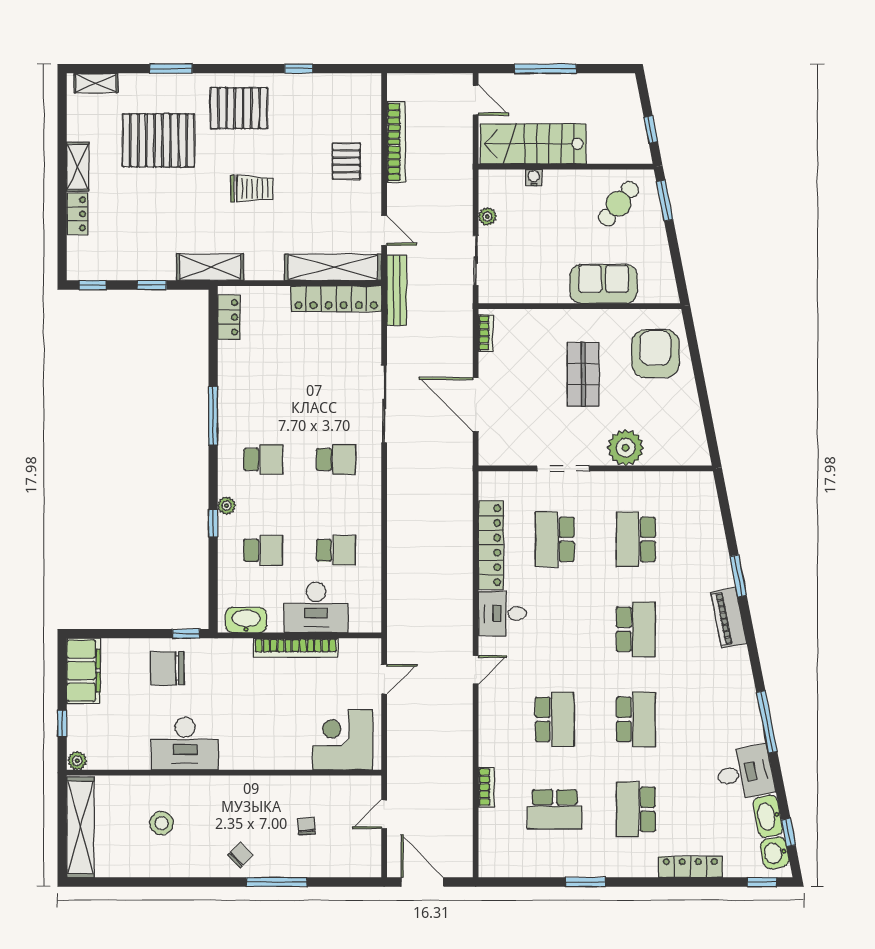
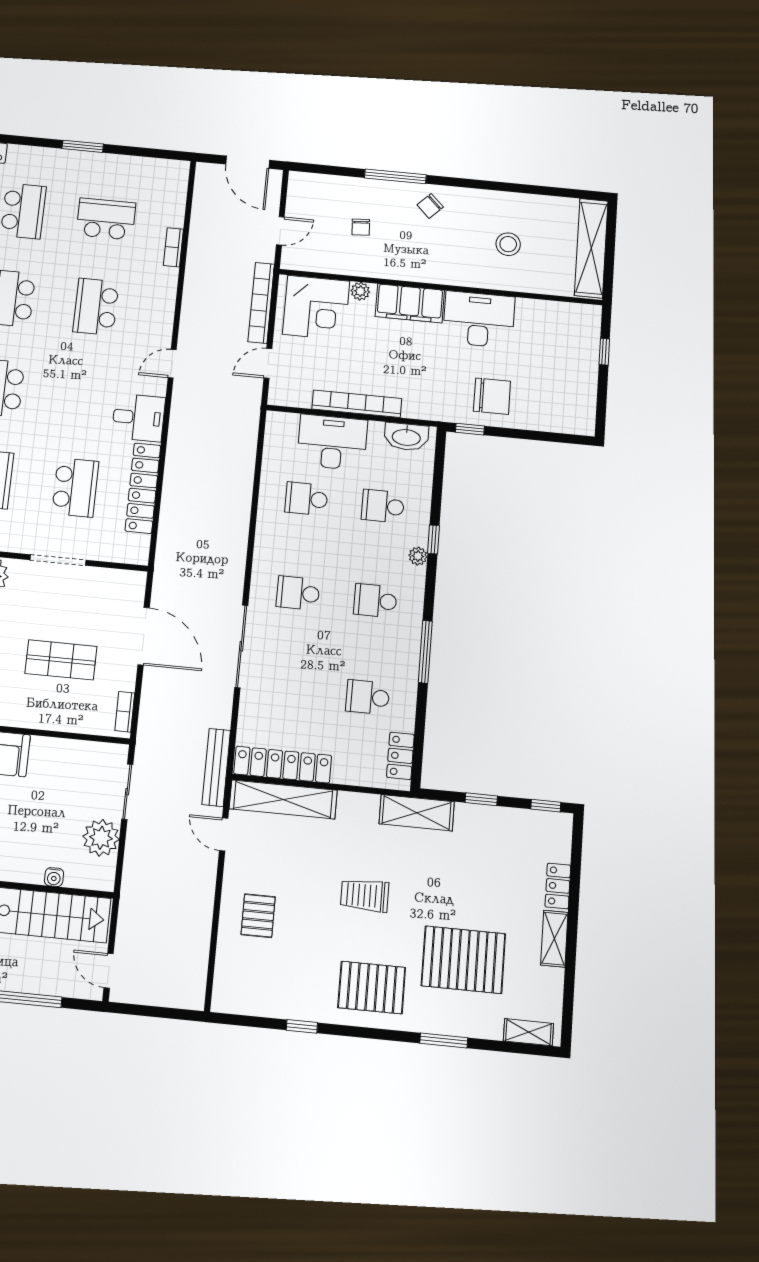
bookcase: (396, 142) -> (261, 303), moved
plant: (487, 217) -> (101, 838), width x1.87, depth x1.87
school desk: (263, 368) -> (368, 697), added
shop shelf: (583, 374) -> (61, 660), moved, turned 90
filing cabinet: (83, 671) -> (410, 303), moved, turned -90
plant: (77, 761) -> (360, 291), moved

